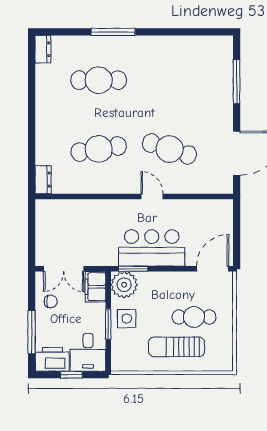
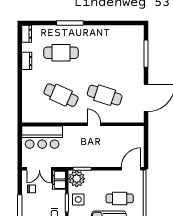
cafe table: (99, 149) -> (61, 95), turned 33
dresser: (43, 180) -> (27, 61), moved
bar counter: (152, 248) -> (42, 137), moved, turned 180

